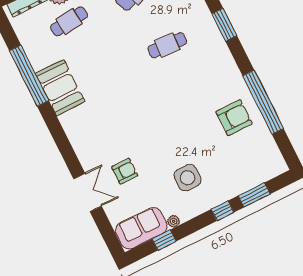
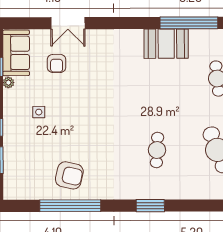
armchair: (234, 118) -> (69, 175), turned -77
armchair: (125, 171) -> (57, 63), moved
side table: (188, 178) -> (39, 112), width x0.54, depth x0.54

